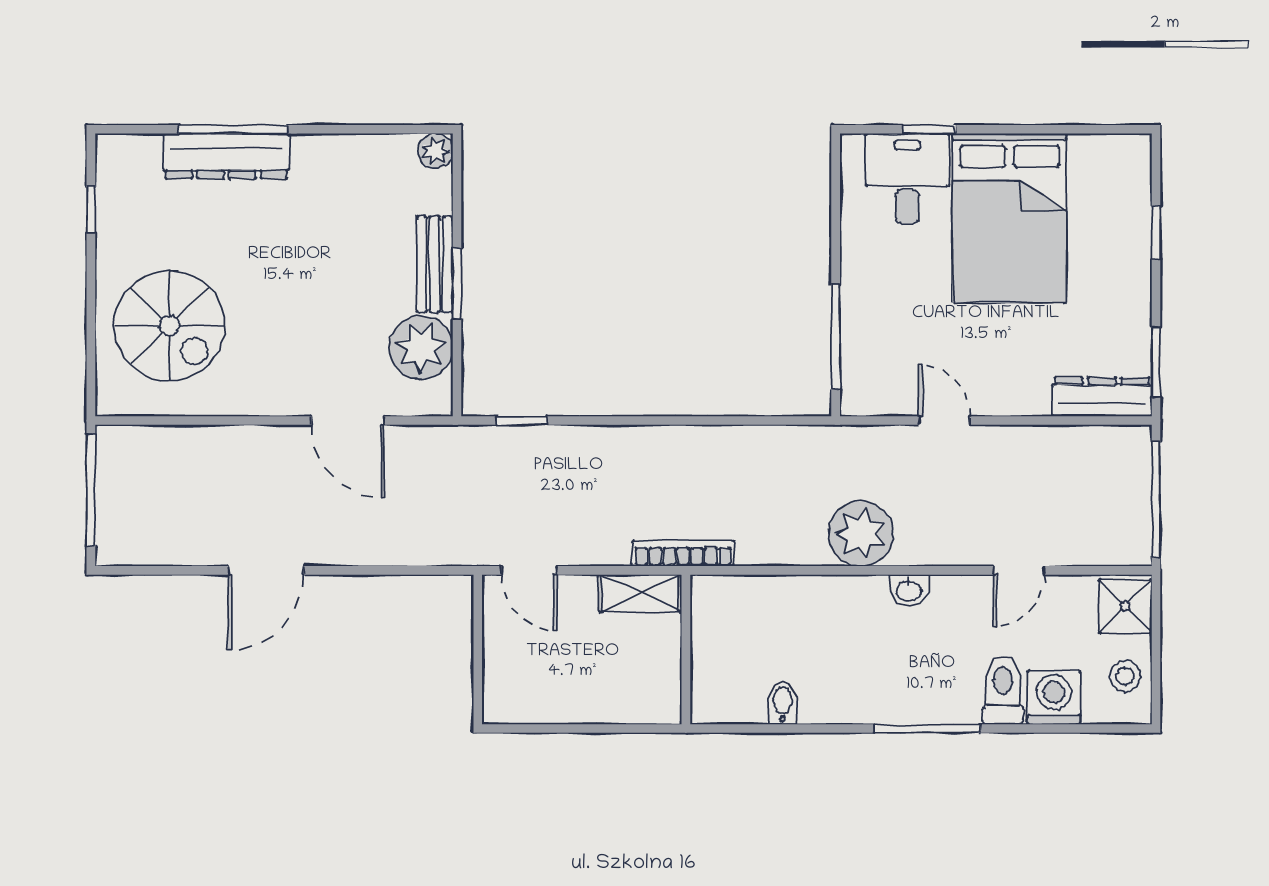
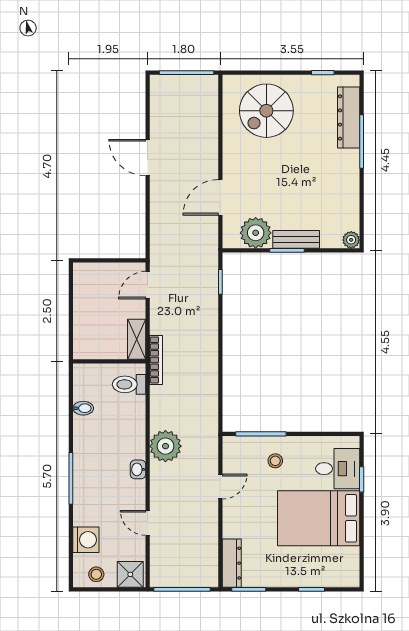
dresser: (226, 156) -> (349, 117), moved
stool: (891, 307) -> (275, 461), added
toilet: (1003, 690) -> (129, 384), moved, turned 180

